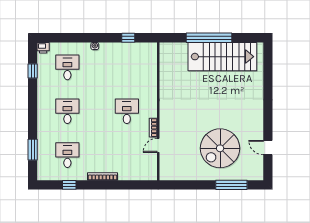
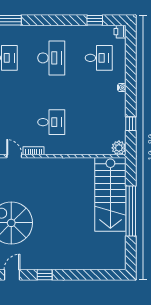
plant: (151, 49) -> (119, 148), added
stairs: (222, 57) -> (110, 194), moved
desk: (67, 111) -> (51, 58), width x1.37
window: (268, 117) -> (45, 275), added

